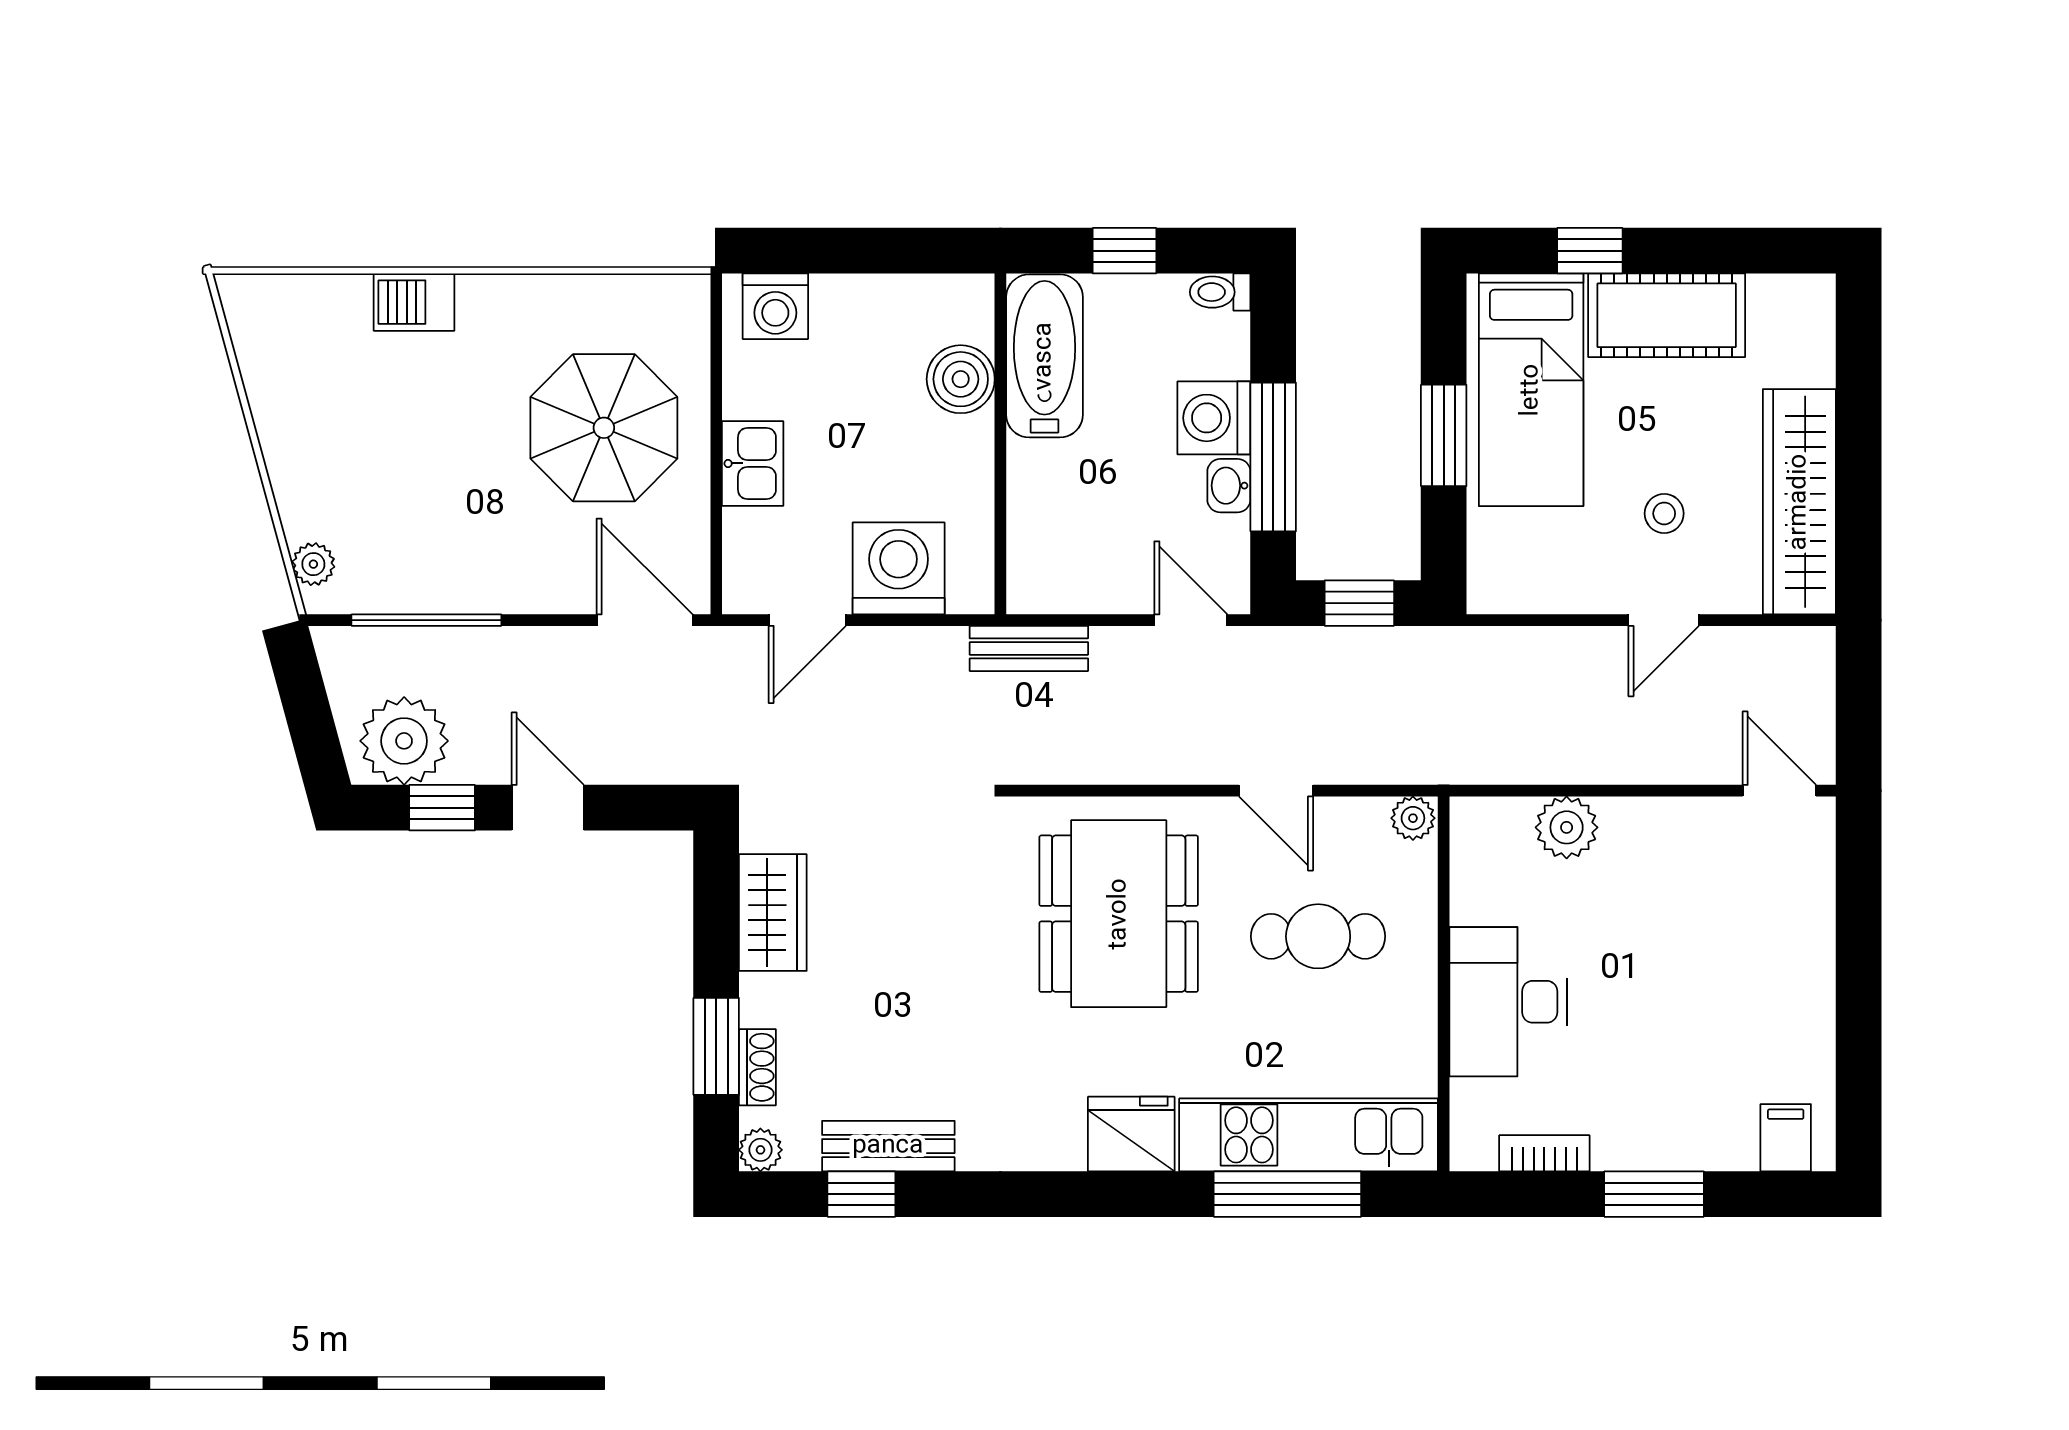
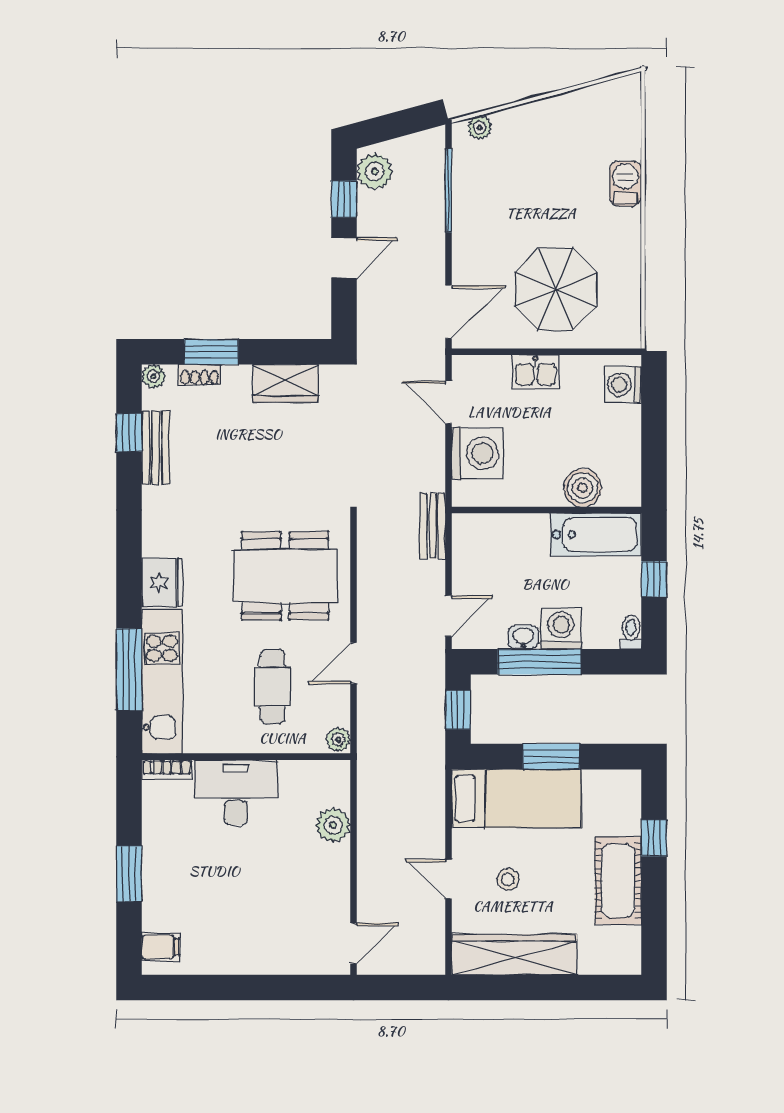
bed: (1531, 390) -> (516, 798), moved, turned 180
plant: (404, 741) -> (375, 172), width x0.73, depth x0.73
bookcase: (1544, 1153) -> (167, 770), moved, turned 90

